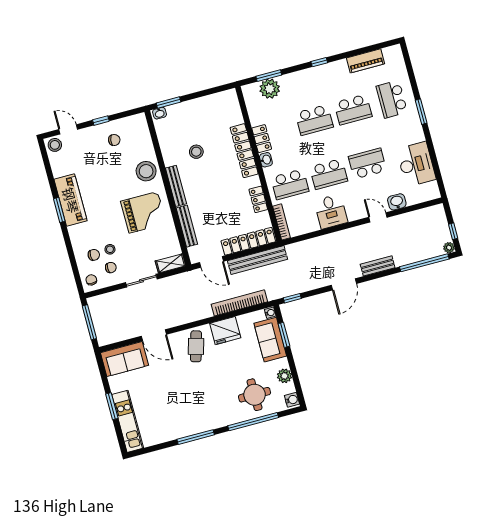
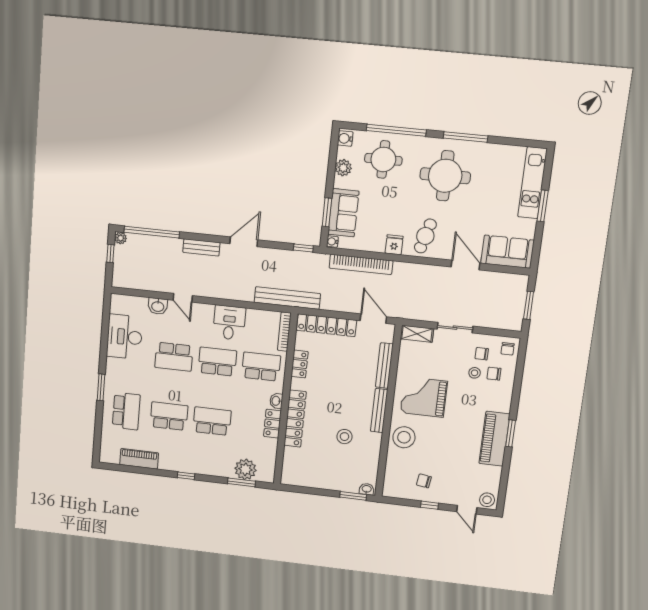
bench: (257, 260) -> (287, 298), moved
window: (89, 322) -> (529, 305), width x0.69
fridge: (225, 331) -> (394, 245), width x0.53, depth x0.75
round table: (199, 401) -> (445, 176), added

